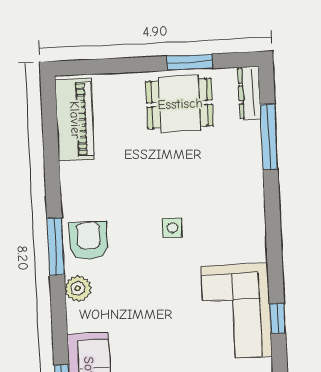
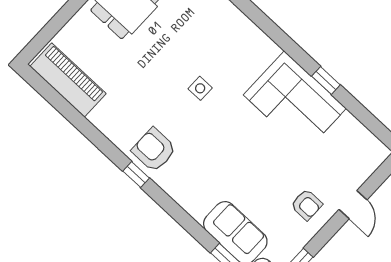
window: (56, 246) -> (136, 175), width x0.46
plant: (78, 288) -> (177, 188), removed

